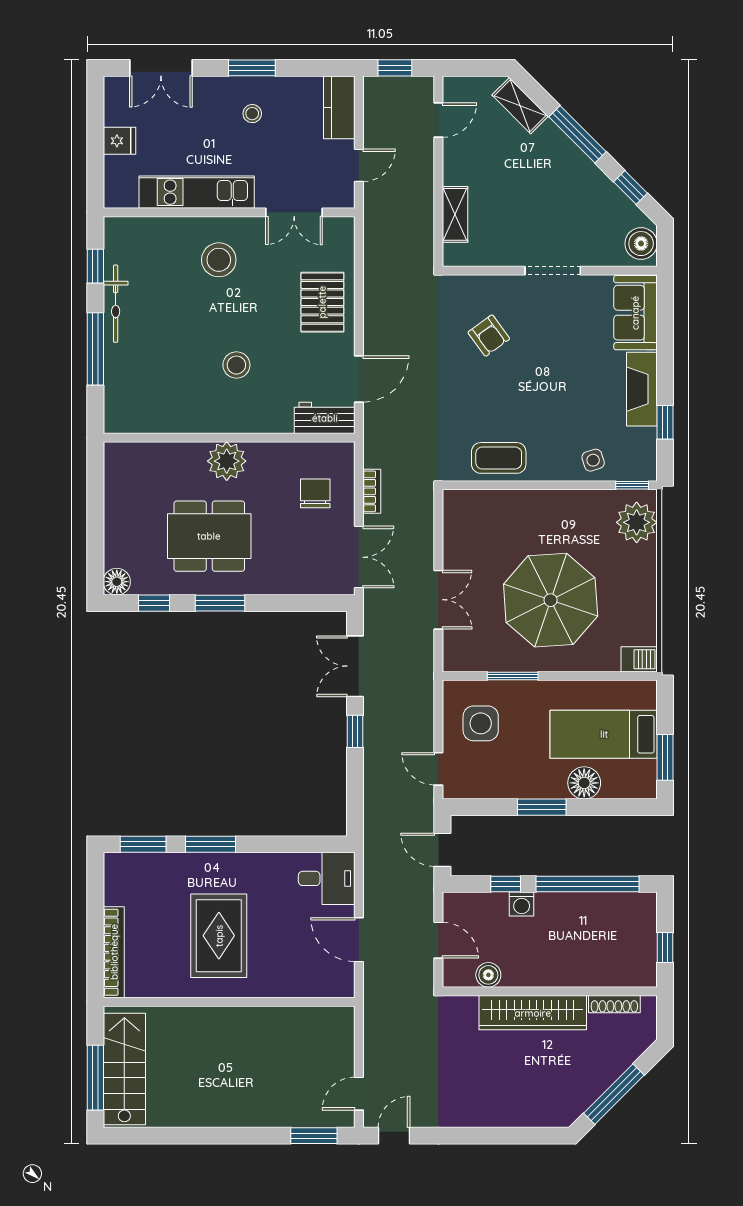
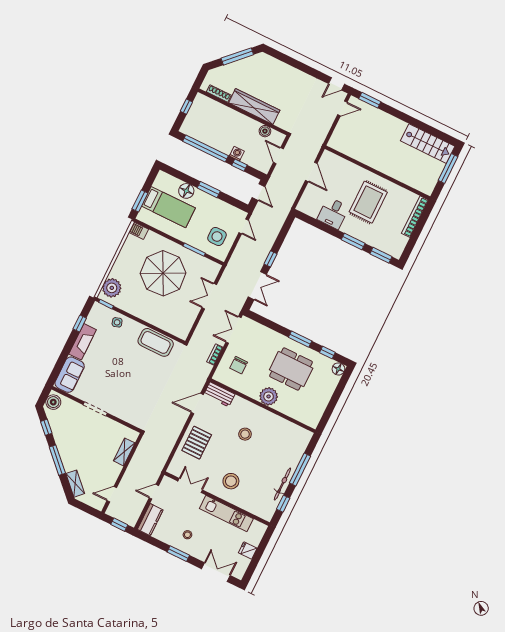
armchair: (489, 336) -> (135, 395), removed
coffee table: (499, 458) -> (156, 342), width x1.36, depth x1.32
window: (665, 757) -> (140, 201), moved
desk: (327, 878) -> (333, 213), moved, turned -90
stairs: (124, 1069) -> (428, 144), moved, turned -90

